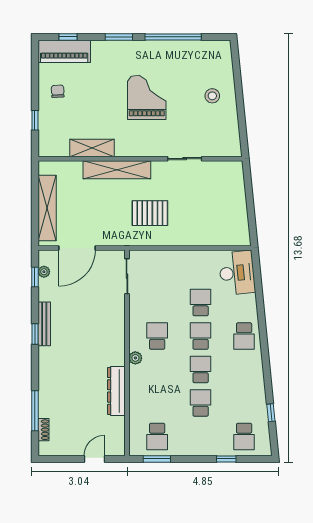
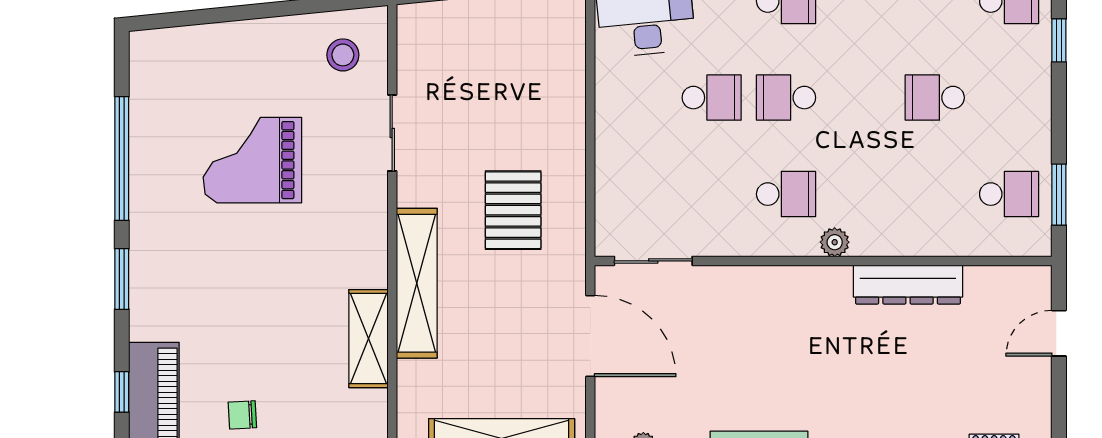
stool: (212, 96) -> (343, 55), moved
grand piano: (147, 97) -> (252, 160), moved
door: (77, 248) -> (590, 336), moved
school desk: (201, 303) -> (712, 98), turned 180
school desk: (157, 336) -> (786, 194), turned 180
school desk: (201, 370) -> (860, 98), removed
door: (94, 459) -> (1059, 333), hinge flipped

